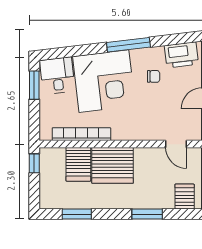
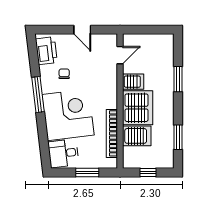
window: (34, 85) -> (87, 172), moved
window: (34, 163) -> (148, 172), moved
server rack: (185, 197) -> (133, 82), moved, turned 180

